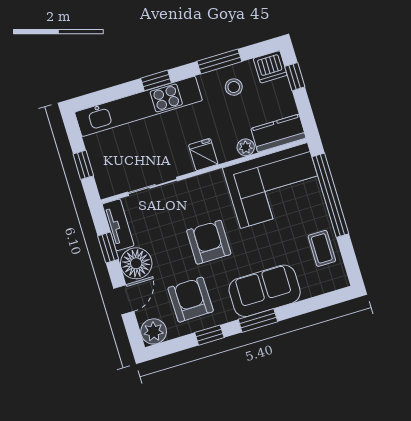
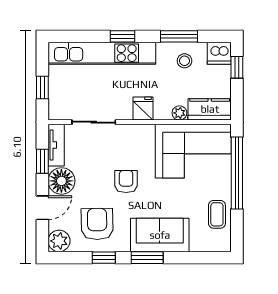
armchair: (209, 242) -> (126, 181), width x0.72, depth x0.72

